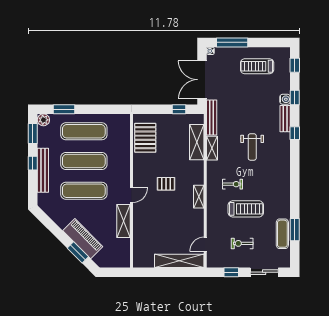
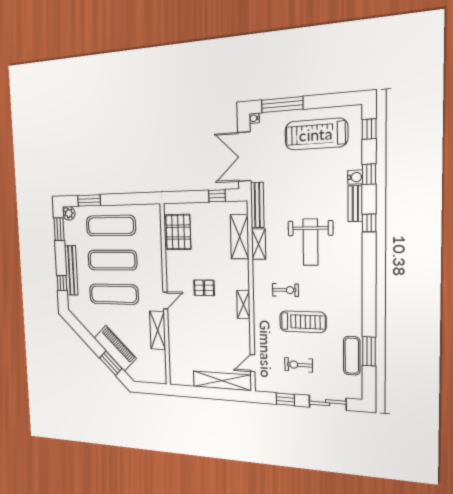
treadmill: (257, 66) -> (316, 134), width x1.37, depth x1.38
weight bench: (252, 147) -> (310, 242), width x1.36, depth x1.33
window: (33, 163) -> (62, 283), moved

